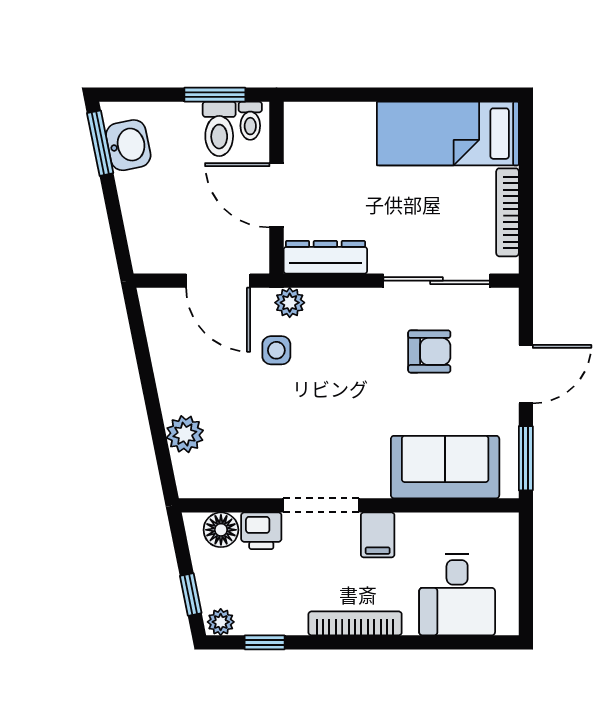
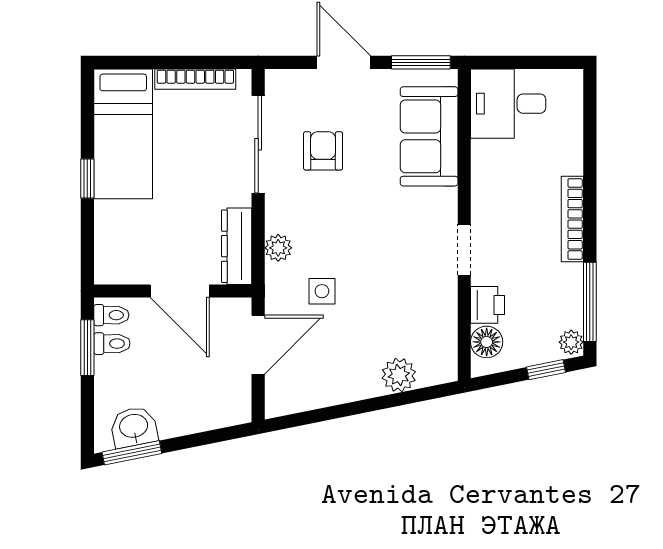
window: (399, 95) -> (87, 179), added
toilet: (219, 129) -> (112, 344), width x0.73, depth x0.72
door: (277, 195) -> (180, 291), hinge flipped
plant: (290, 303) -> (278, 248), moved
doorway: (321, 505) -> (464, 250), width x0.73
filing cabinet: (378, 535) -> (491, 198), removed
desk: (457, 594) -> (508, 104), moved, turned 180
window: (265, 642) -> (590, 302), width x2.17

